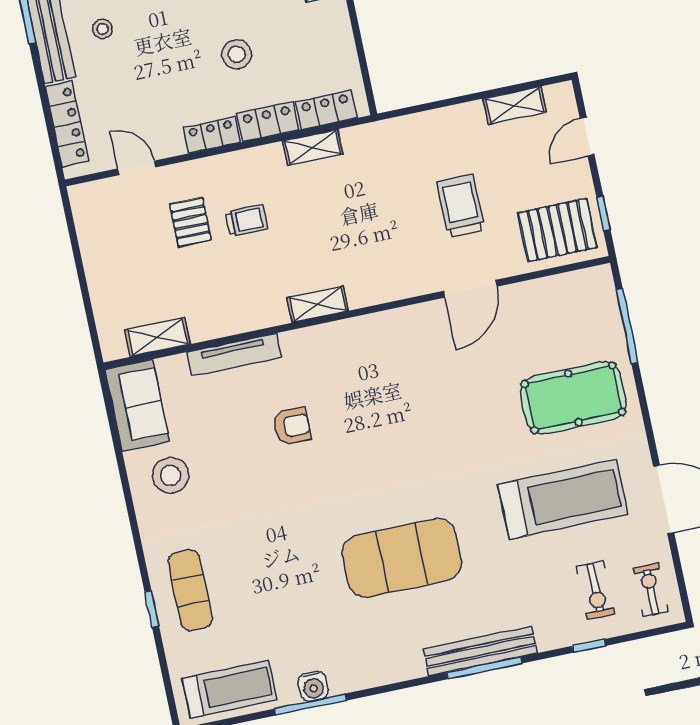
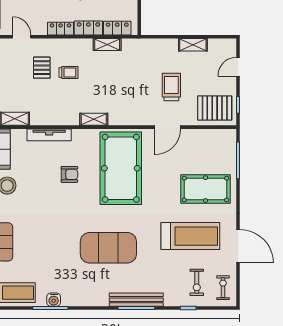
shelving: (515, 105) -> (193, 45), moved
pool table: (393, 392) -> (121, 168), added

